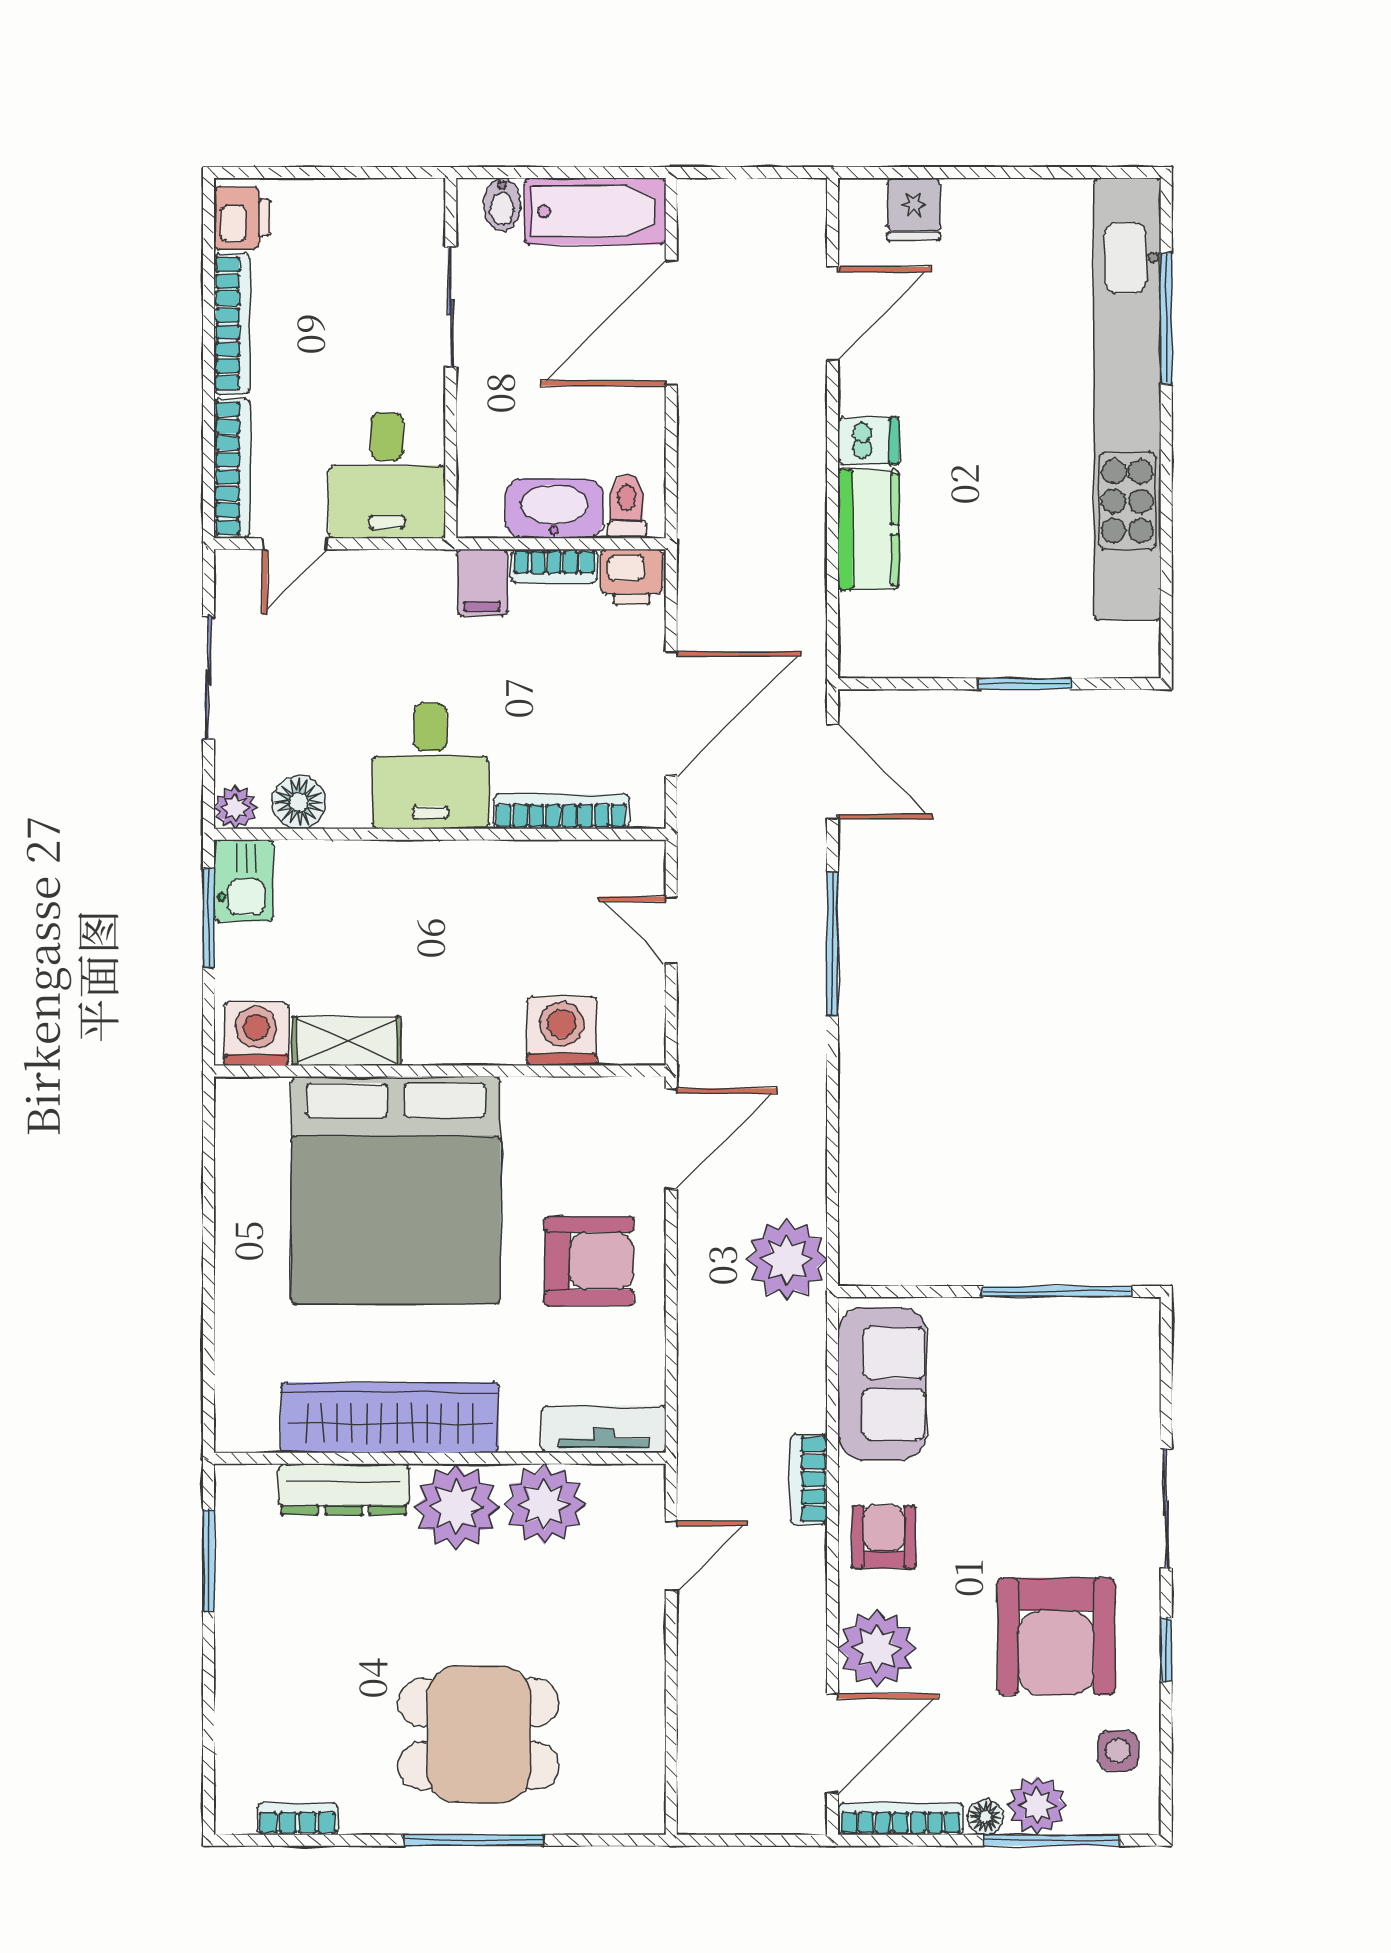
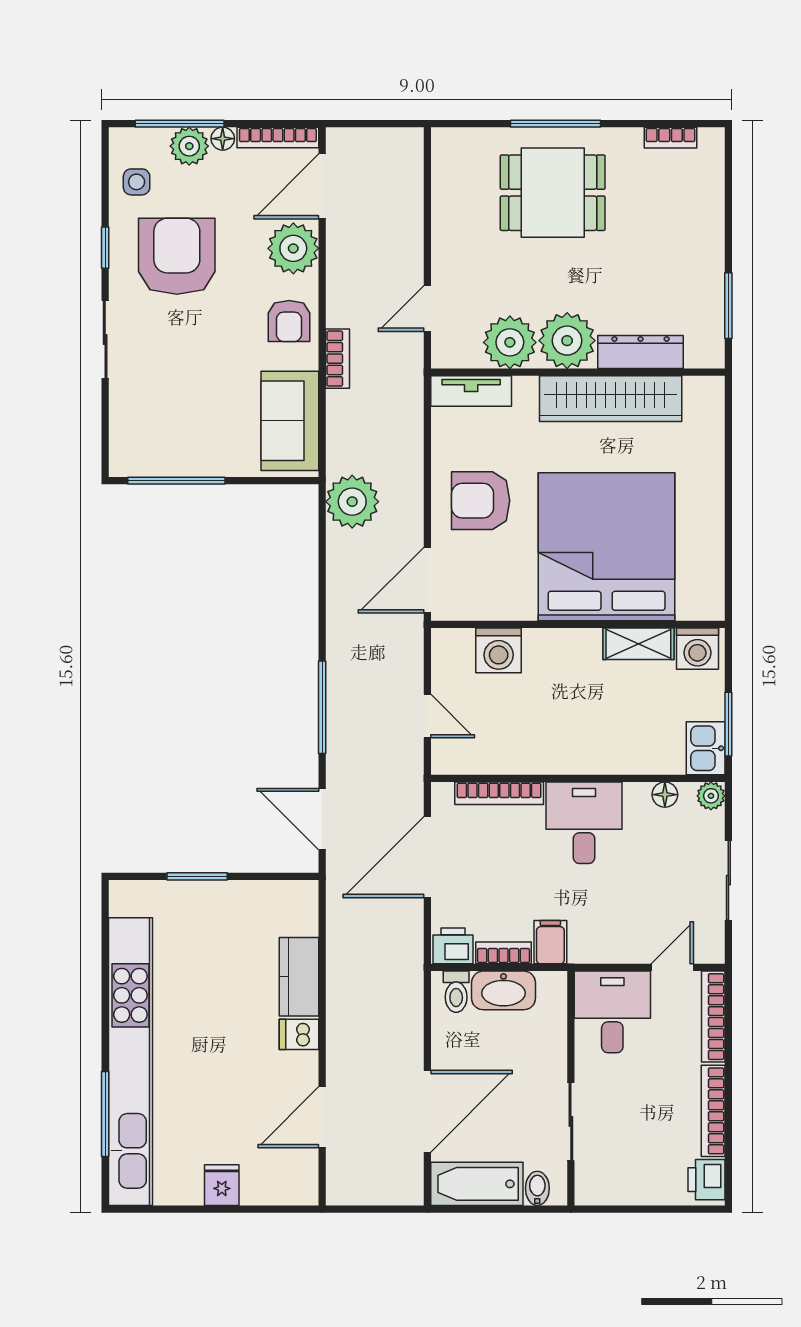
fridge: (914, 209) -> (222, 1185), moved
floor lamp: (299, 802) -> (665, 795), width x0.73, depth x0.73

